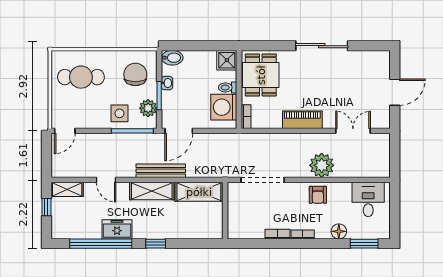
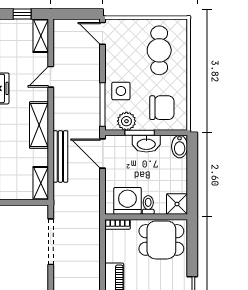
washbasin: (167, 83) -> (146, 144), width x1.91, depth x1.45
bench: (161, 171) -> (60, 156), moved
shelving: (199, 192) -> (41, 183), width x0.67, depth x0.75

